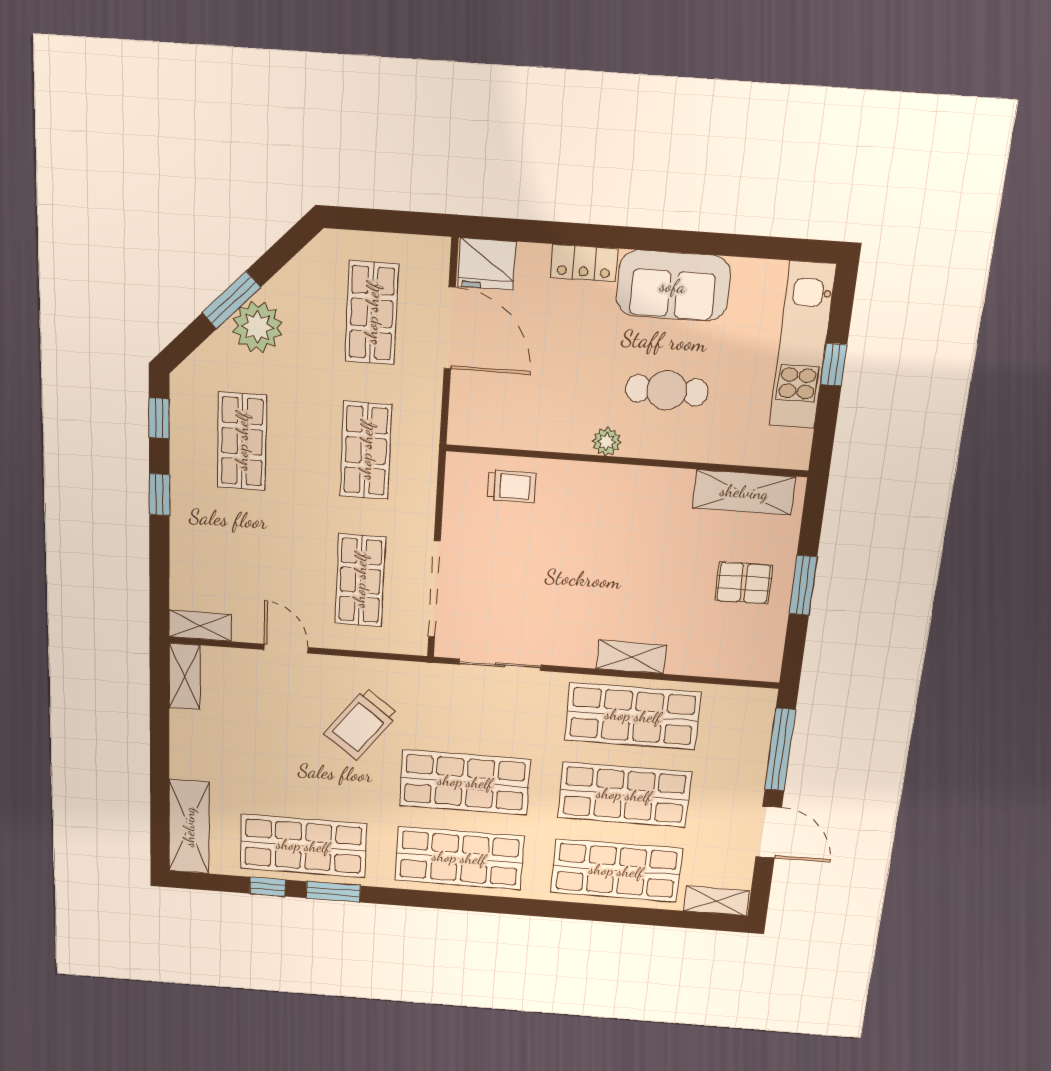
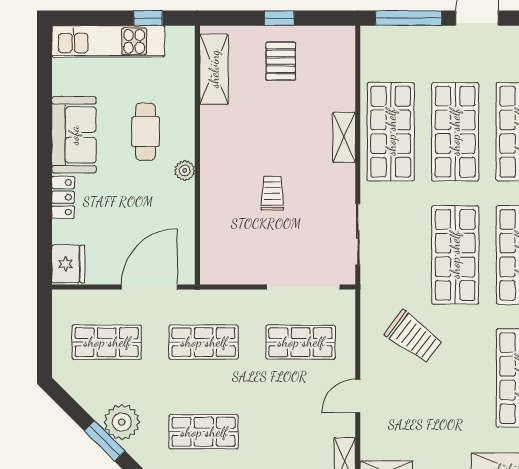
door: (450, 328) -> (149, 287), moved
window: (834, 364) -> (148, 18), moved
trolley: (512, 486) -> (272, 193), moved
window: (803, 585) -> (279, 18), width x0.67

